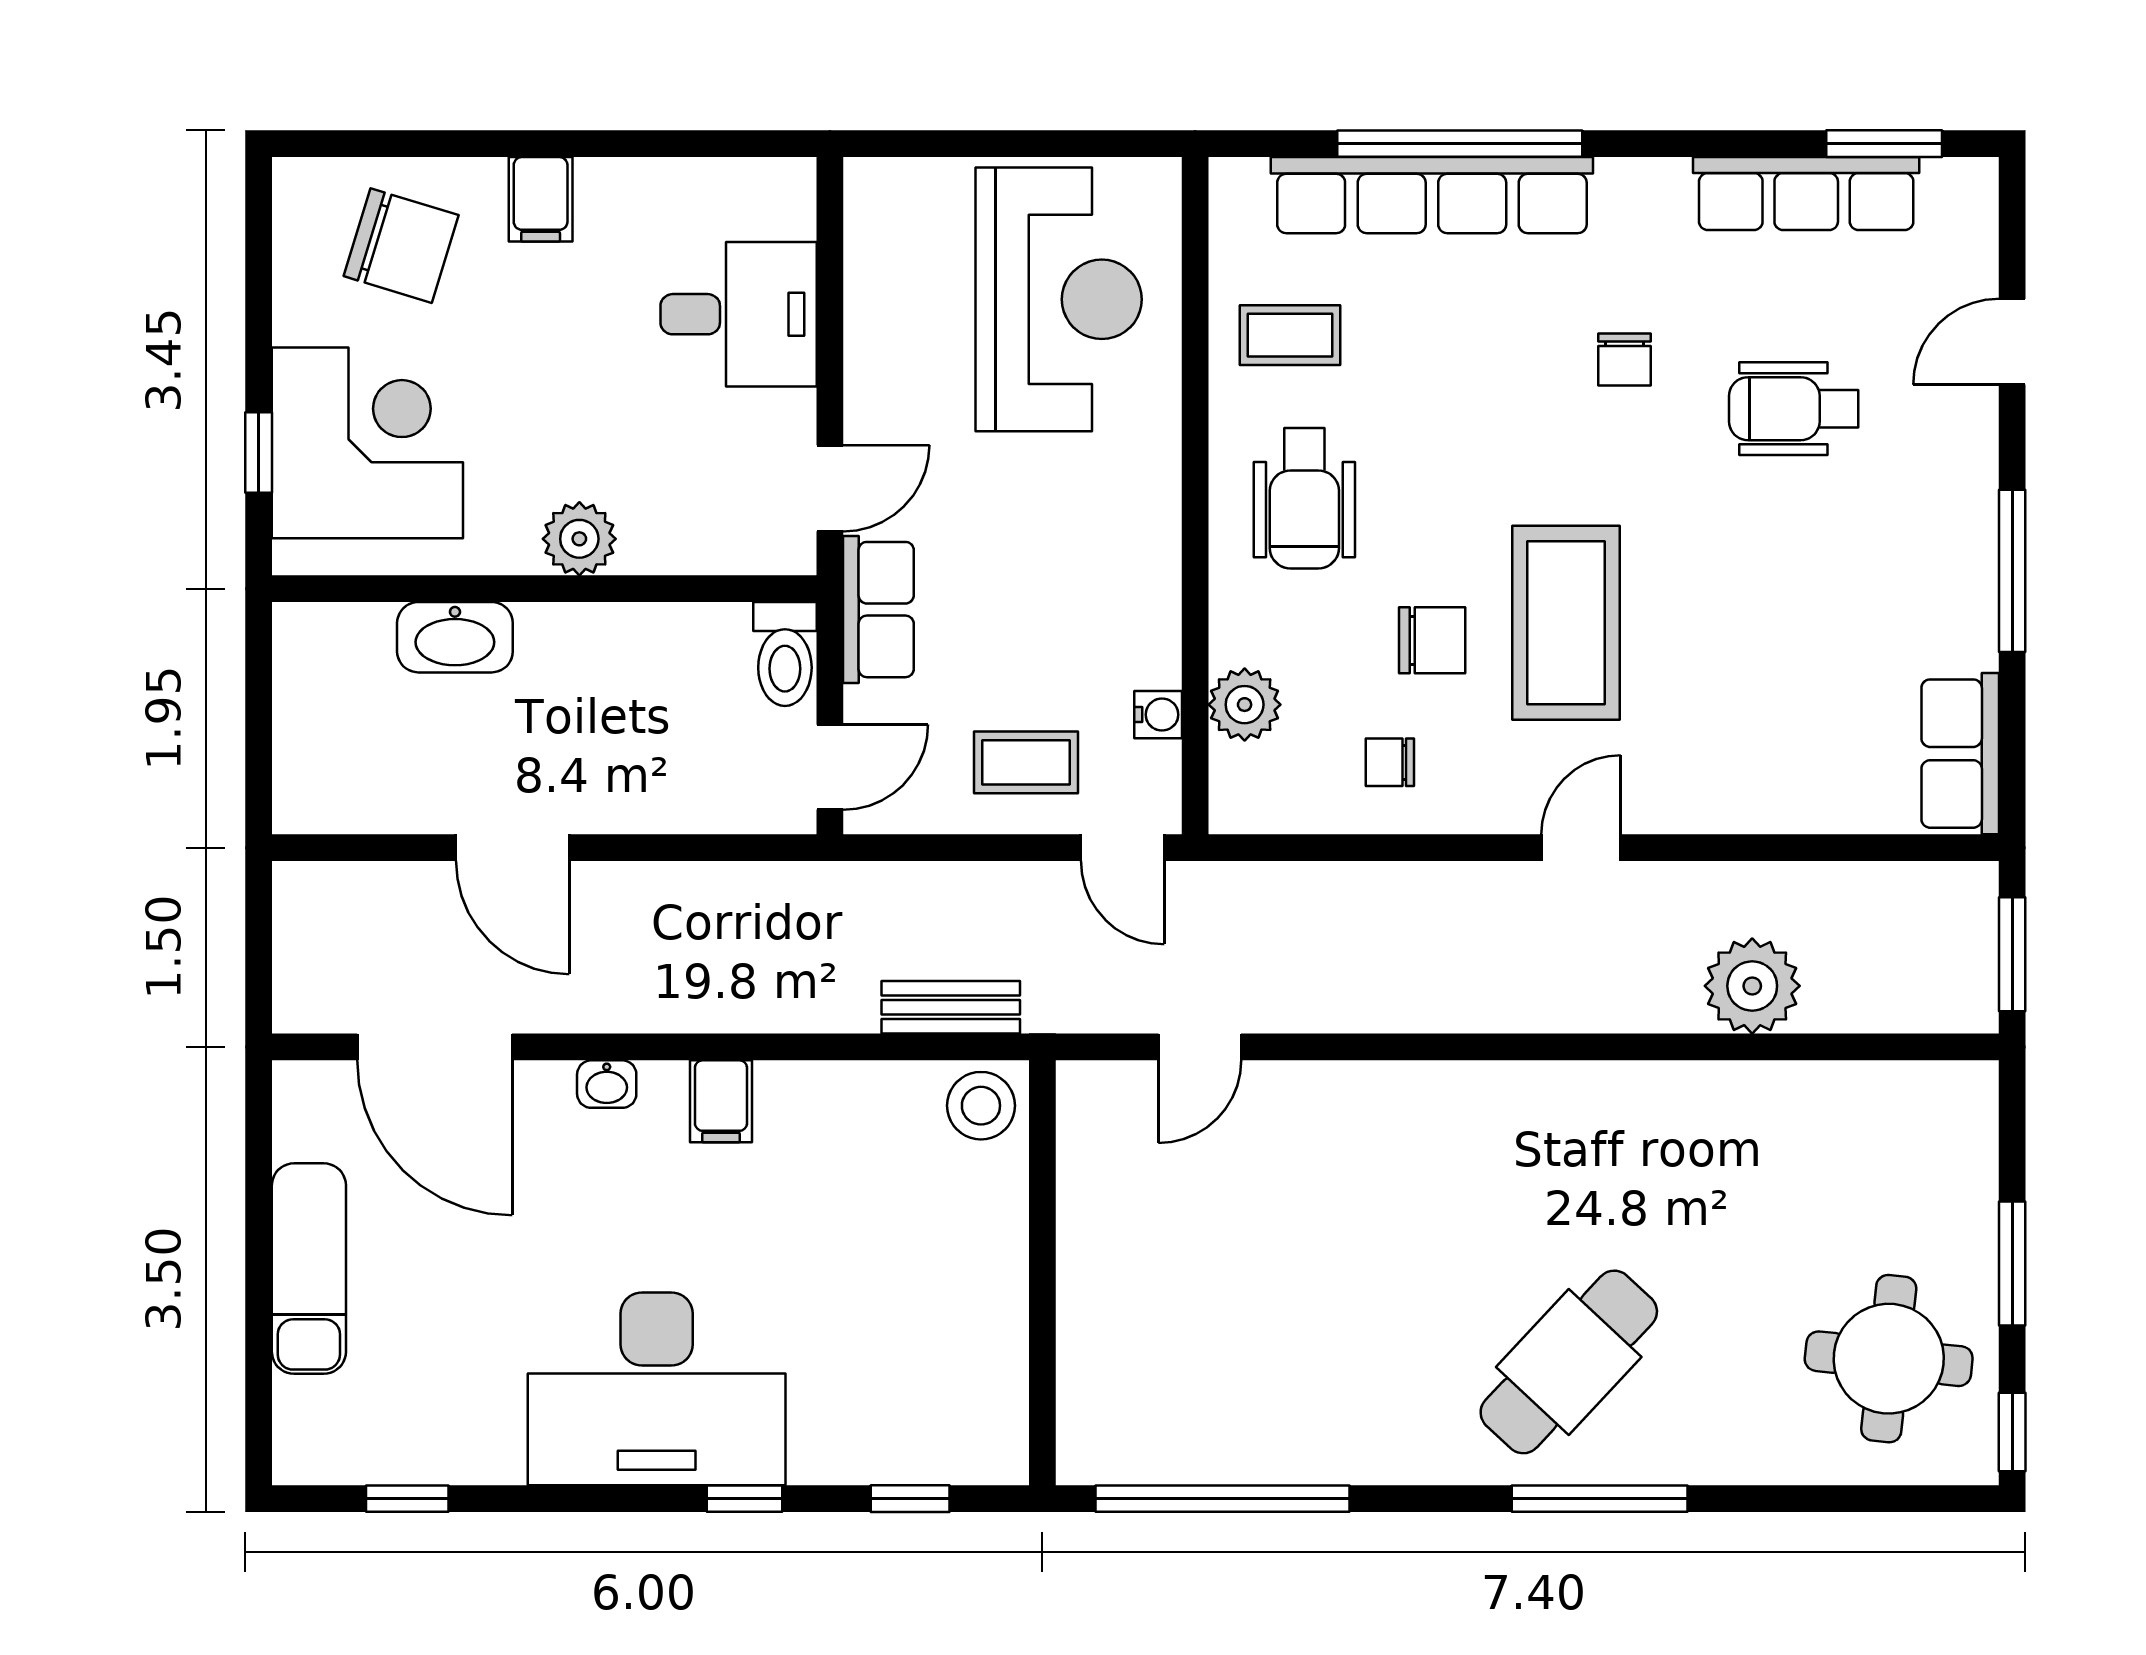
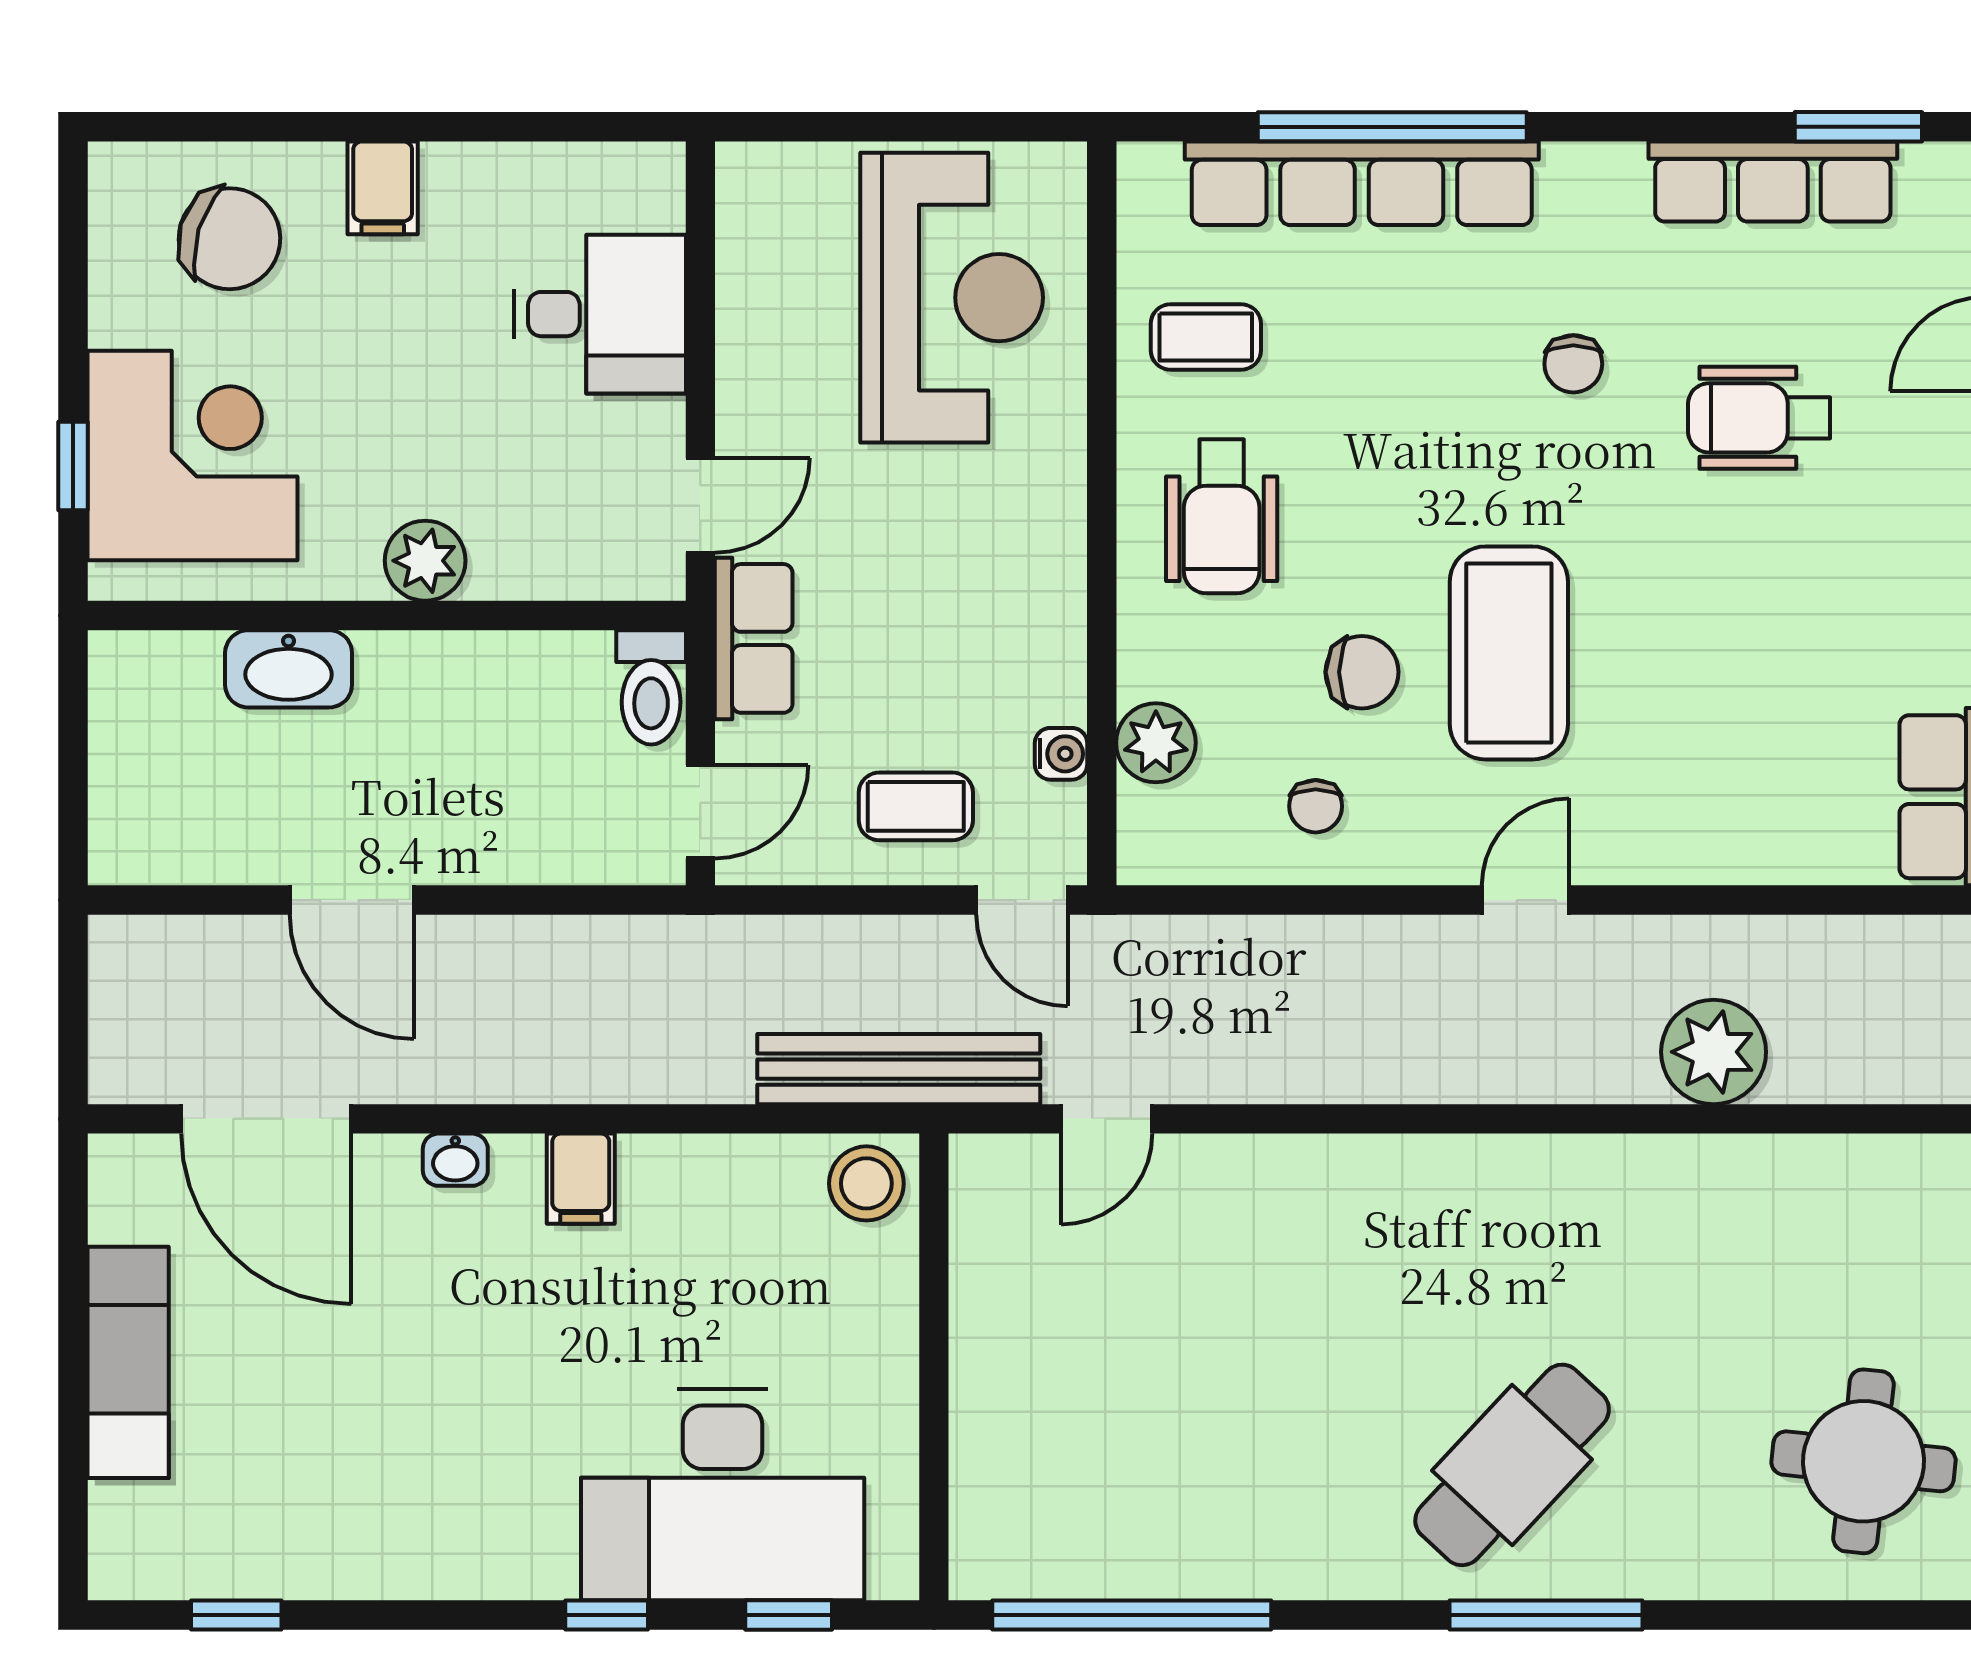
chair: (1390, 762) -> (1316, 806), turned -90
bench: (951, 1007) -> (899, 1069), width x1.86, depth x1.21
desk: (657, 1389) -> (723, 1494), moved

